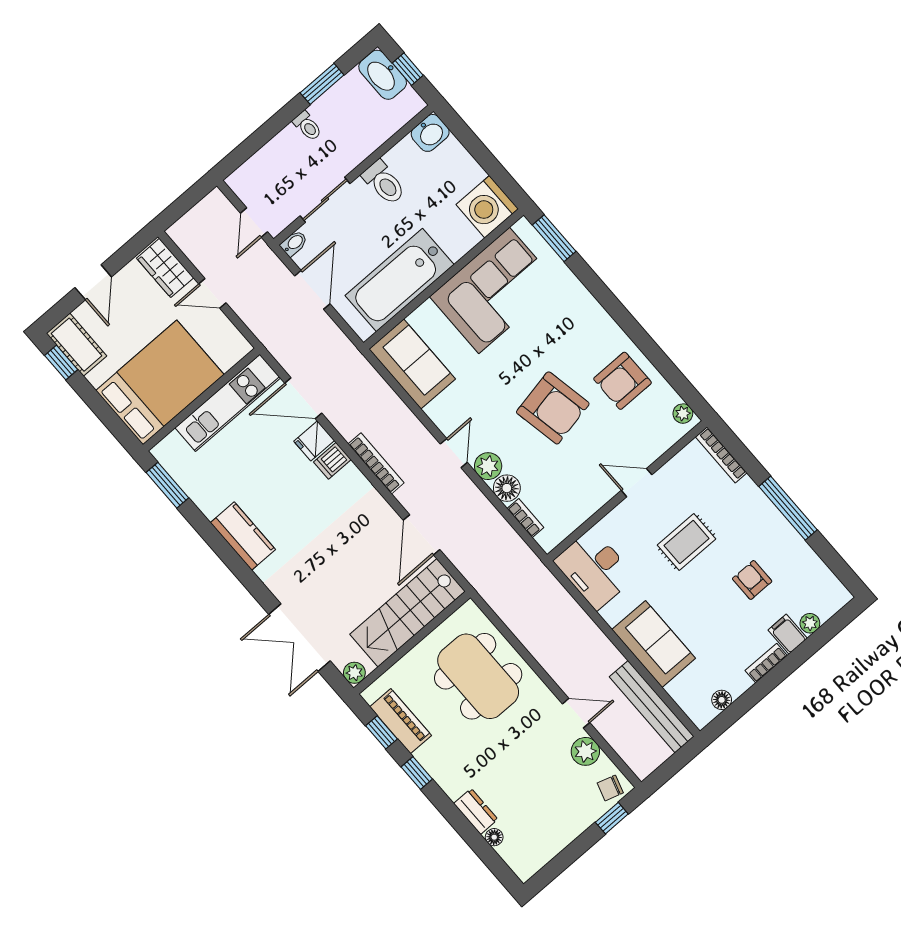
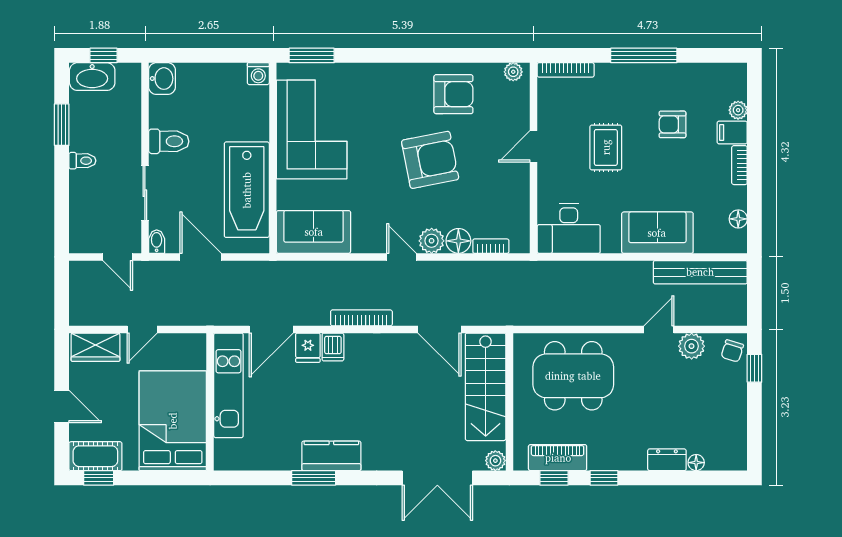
washing machine: (487, 207) -> (258, 74), width x0.53, depth x0.53
armchair: (623, 381) -> (453, 94), turned -90
window: (167, 485) -> (314, 478), moved

